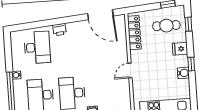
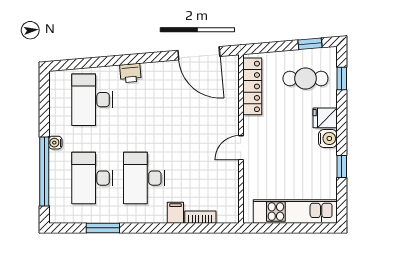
desk: (37, 47) -> (92, 100), turned 180
window: (191, 64) -> (342, 167), moved
water cooler: (183, 73) -> (328, 138), moved

